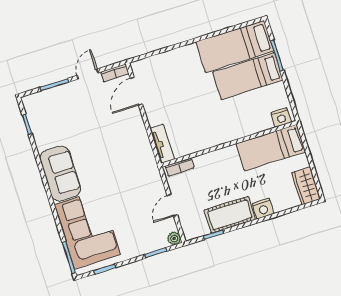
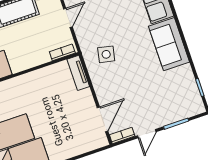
side table: (131, 164) -> (106, 54), added

